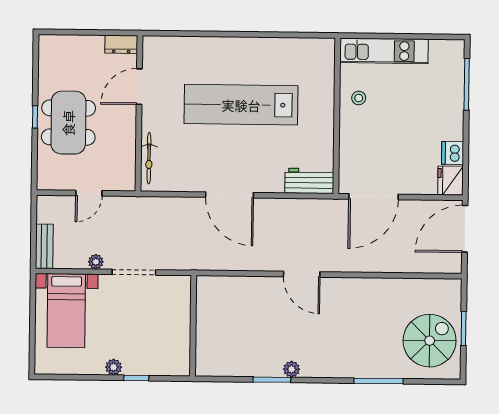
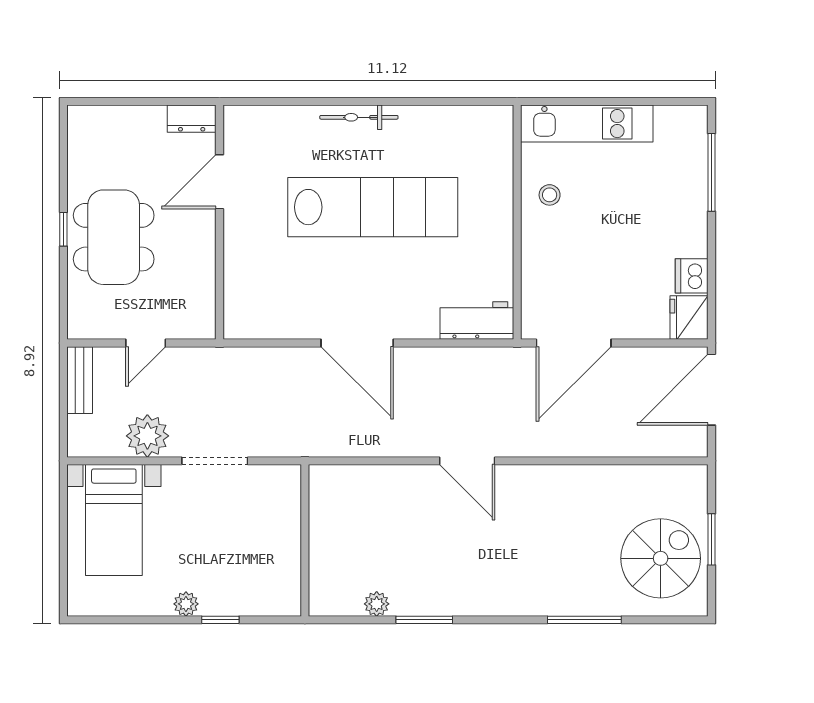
lab bench: (241, 105) -> (373, 207), turned 180
bicycle: (149, 158) -> (359, 117), moved, turned 90
bench: (44, 246) -> (80, 380), moved
plant: (96, 262) -> (147, 436), width x1.88, depth x1.88
plant: (292, 369) -> (377, 604), moved

